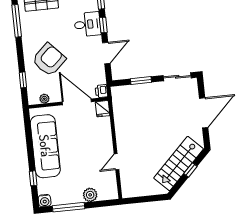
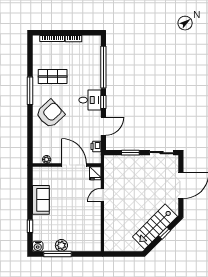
armchair: (49, 60) -> (50, 114), moved
window: (23, 80) -> (30, 142), removed
printer: (101, 91) -> (96, 146), moved
sofa: (45, 146) -> (41, 200), width x0.54, depth x0.79
door: (116, 162) -> (102, 195), moved
plant: (90, 195) -> (61, 245), moved

